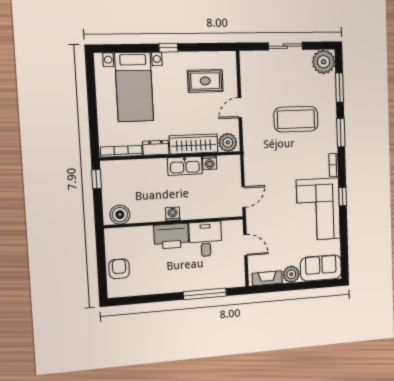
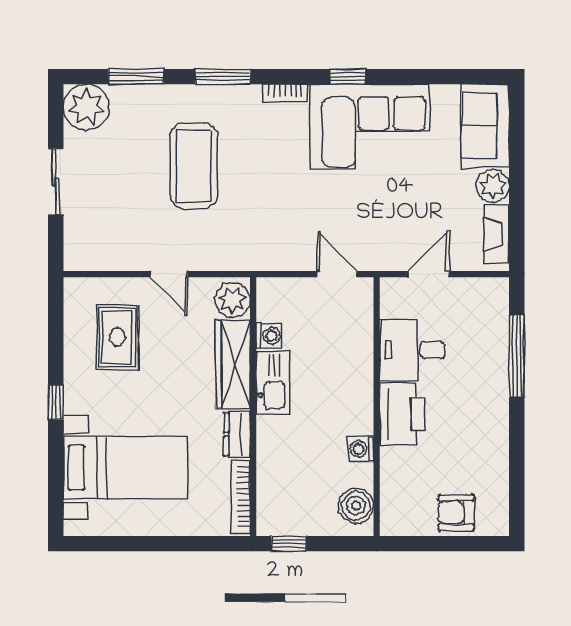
washing machine: (173, 214) -> (361, 449), moved

